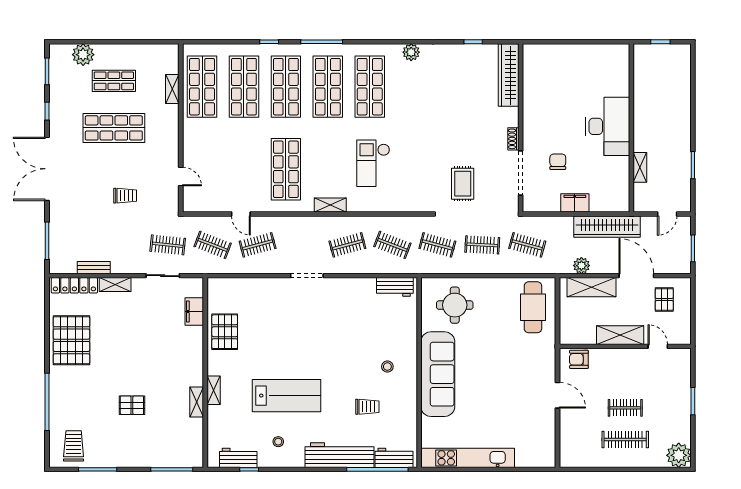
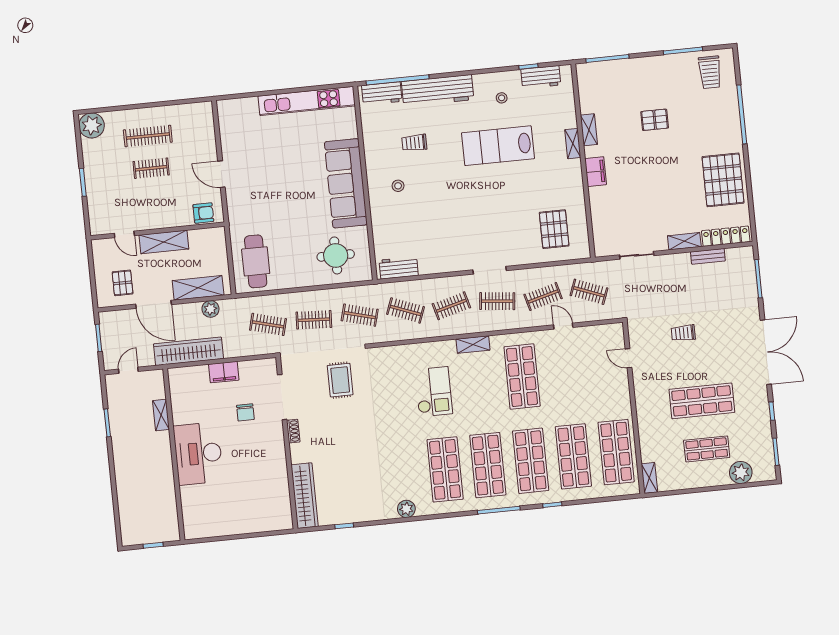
shelving: (172, 89) -> (649, 478), moved
clothes rail: (168, 245) -> (497, 301), moved
filing cabinet: (194, 311) -> (596, 172), moved
pallet: (225, 332) -> (554, 229), moved

